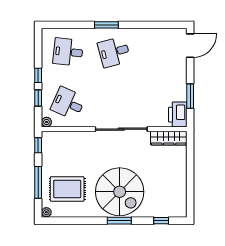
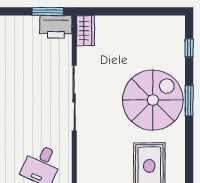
window: (190, 96) -> (48, 11), moved
wardrobe: (169, 138) -> (85, 31), width x0.67

